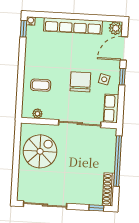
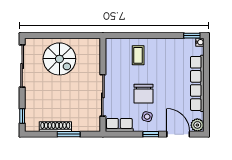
chair: (80, 82) -> (143, 94), turned 90
plant: (37, 114) -> (110, 54), removed
spiral stairs: (40, 151) -> (59, 59), moved
window: (118, 161) -> (69, 134), width x0.47
shoe rack: (108, 189) -> (55, 127), moved

